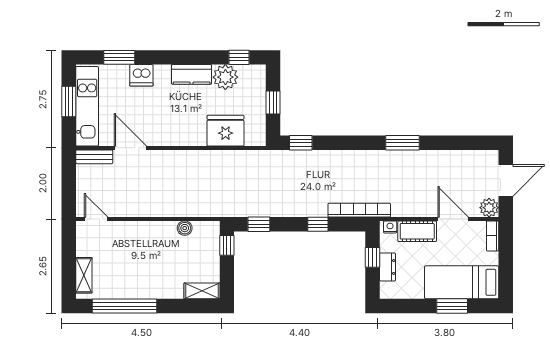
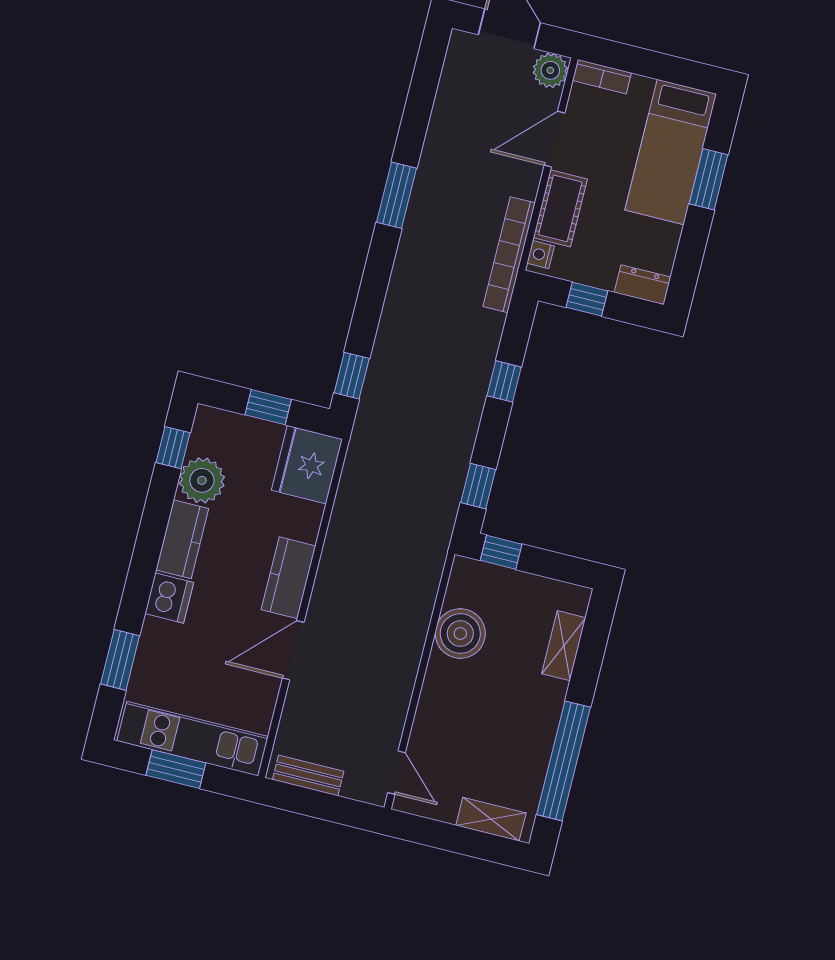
dishwasher: (141, 75) -> (169, 598), moved
fridge: (226, 131) -> (307, 465), moved
kitchen counter: (185, 136) -> (289, 578), added
door: (130, 148) -> (293, 650), moved
bench: (94, 157) -> (308, 775), moved, turned 90
bookcase: (359, 210) -> (509, 255), moved
door: (96, 219) -> (397, 773), swing flipped
boiler: (185, 228) -> (460, 634), width x1.86, depth x1.86
dresser: (388, 267) -> (642, 285), moved
shelving: (202, 291) -> (564, 646), moved

